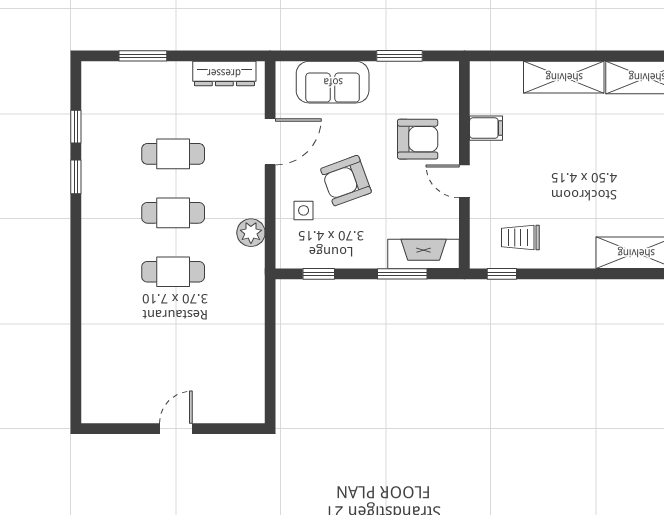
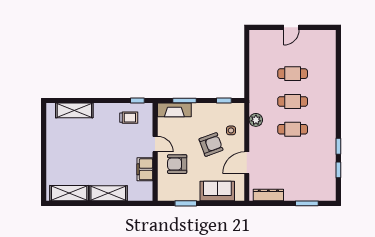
filing cabinet: (486, 128) -> (145, 169), width x2.00
cafe table: (173, 154) -> (293, 74), moved

